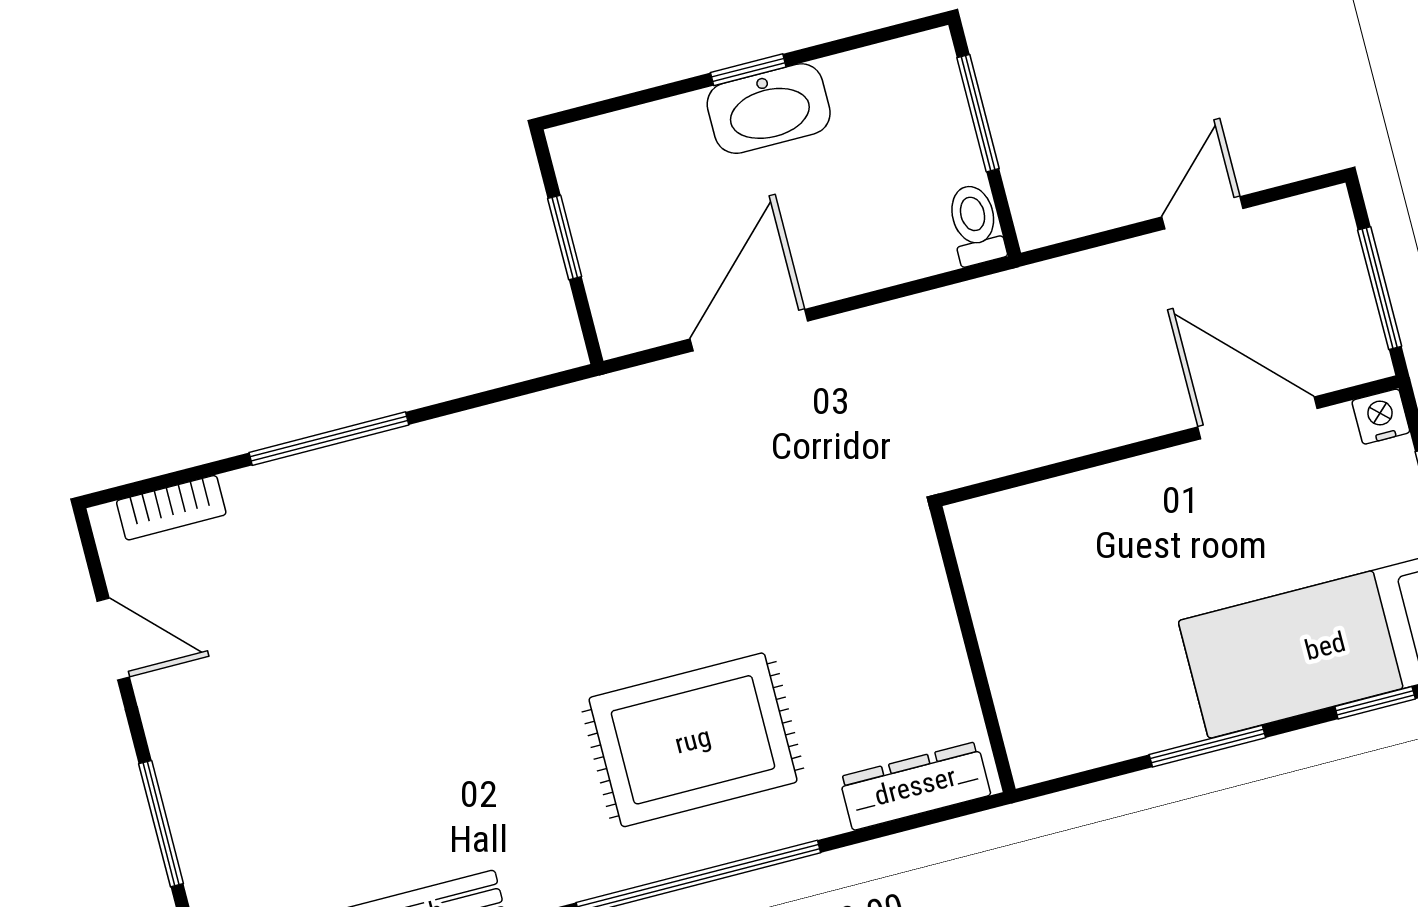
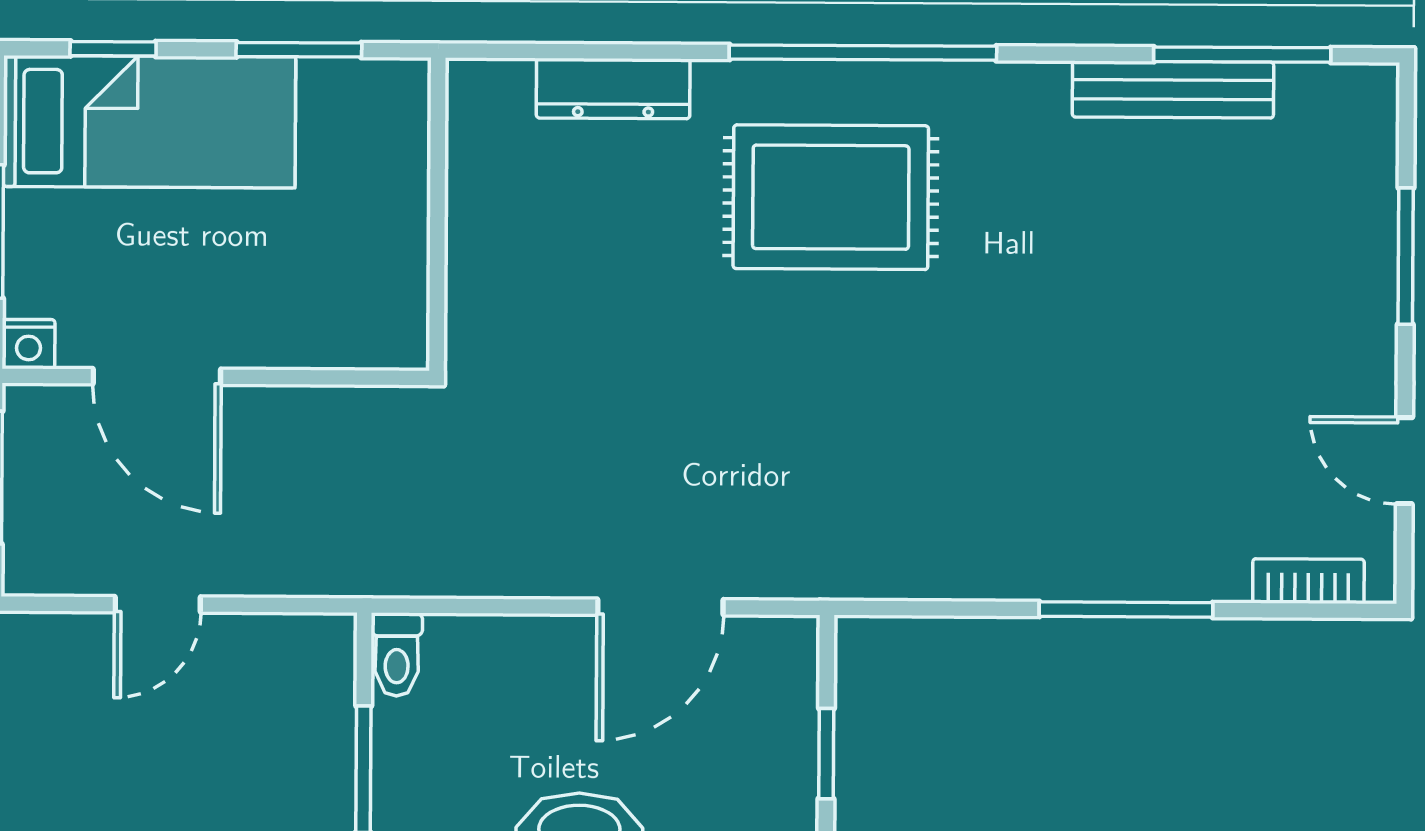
wall: (973, 649) -> (437, 214), moved

